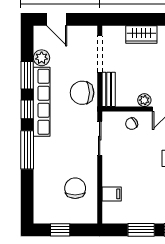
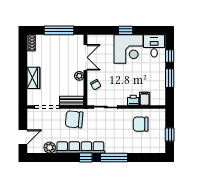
window: (27, 75) -> (62, 158), removed
chair: (82, 93) -> (74, 119), turned 95
printer: (109, 178) -> (133, 100), added

